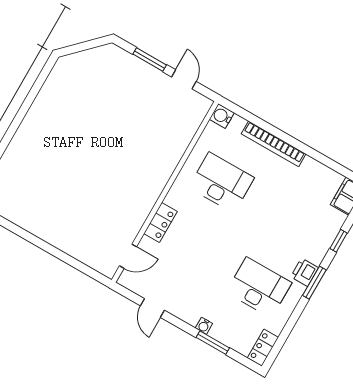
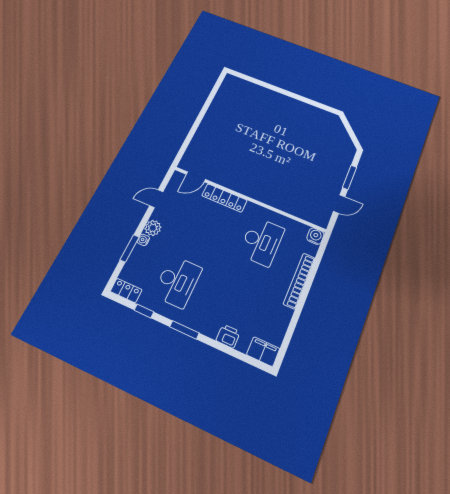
locker: (160, 223) -> (224, 198), width x1.53
window: (338, 241) -> (144, 311), moved
door: (128, 256) -> (196, 177), hinge flipped
printer: (304, 272) -> (228, 336), moved
plant: (190, 314) -> (153, 228), added

